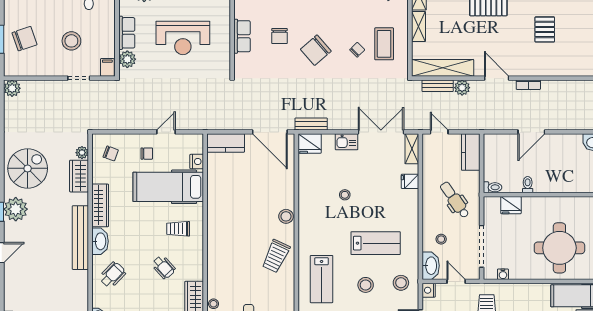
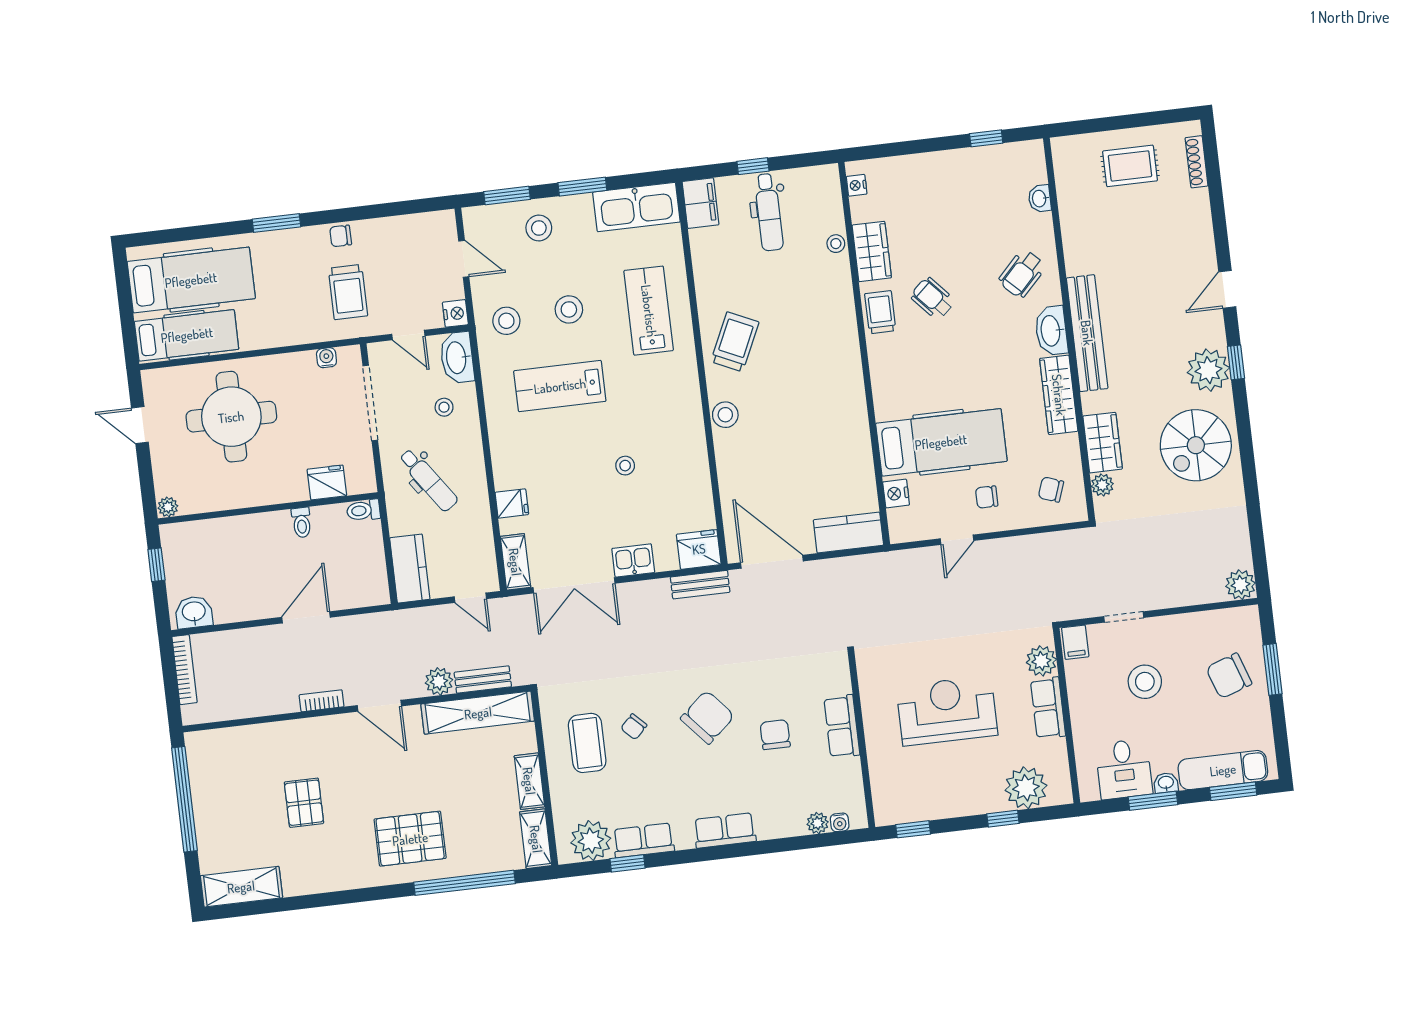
trolley: (178, 229) -> (880, 312), moved, turned -90

